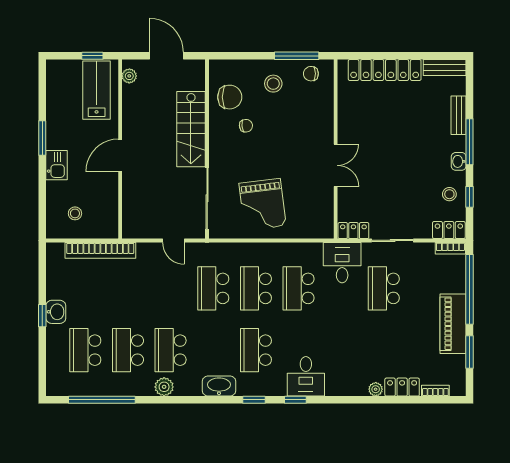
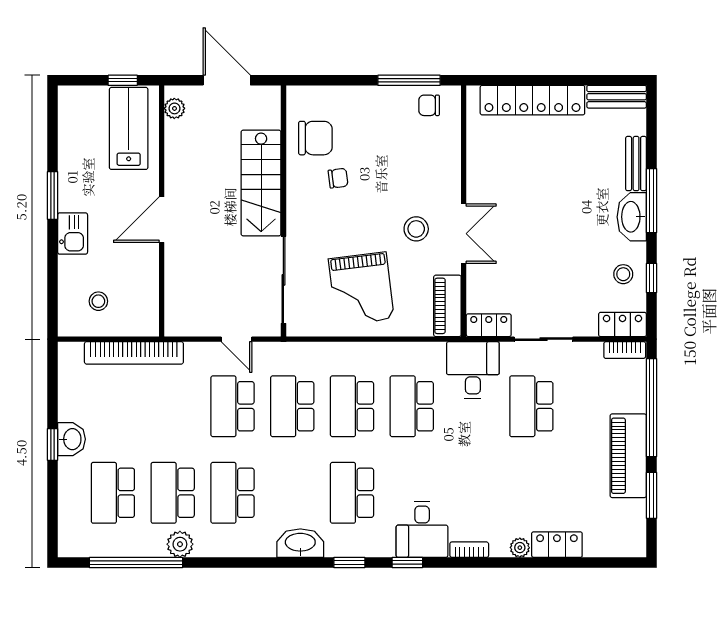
stool: (273, 84) -> (416, 229), moved
washbasin: (459, 161) -> (632, 217), width x1.91, depth x1.45
piano: (324, 217) -> (447, 306), added
school desk: (171, 288) -> (232, 406), added
plant: (164, 387) -> (180, 544), moved
bookcase: (435, 391) -> (469, 550), moved

